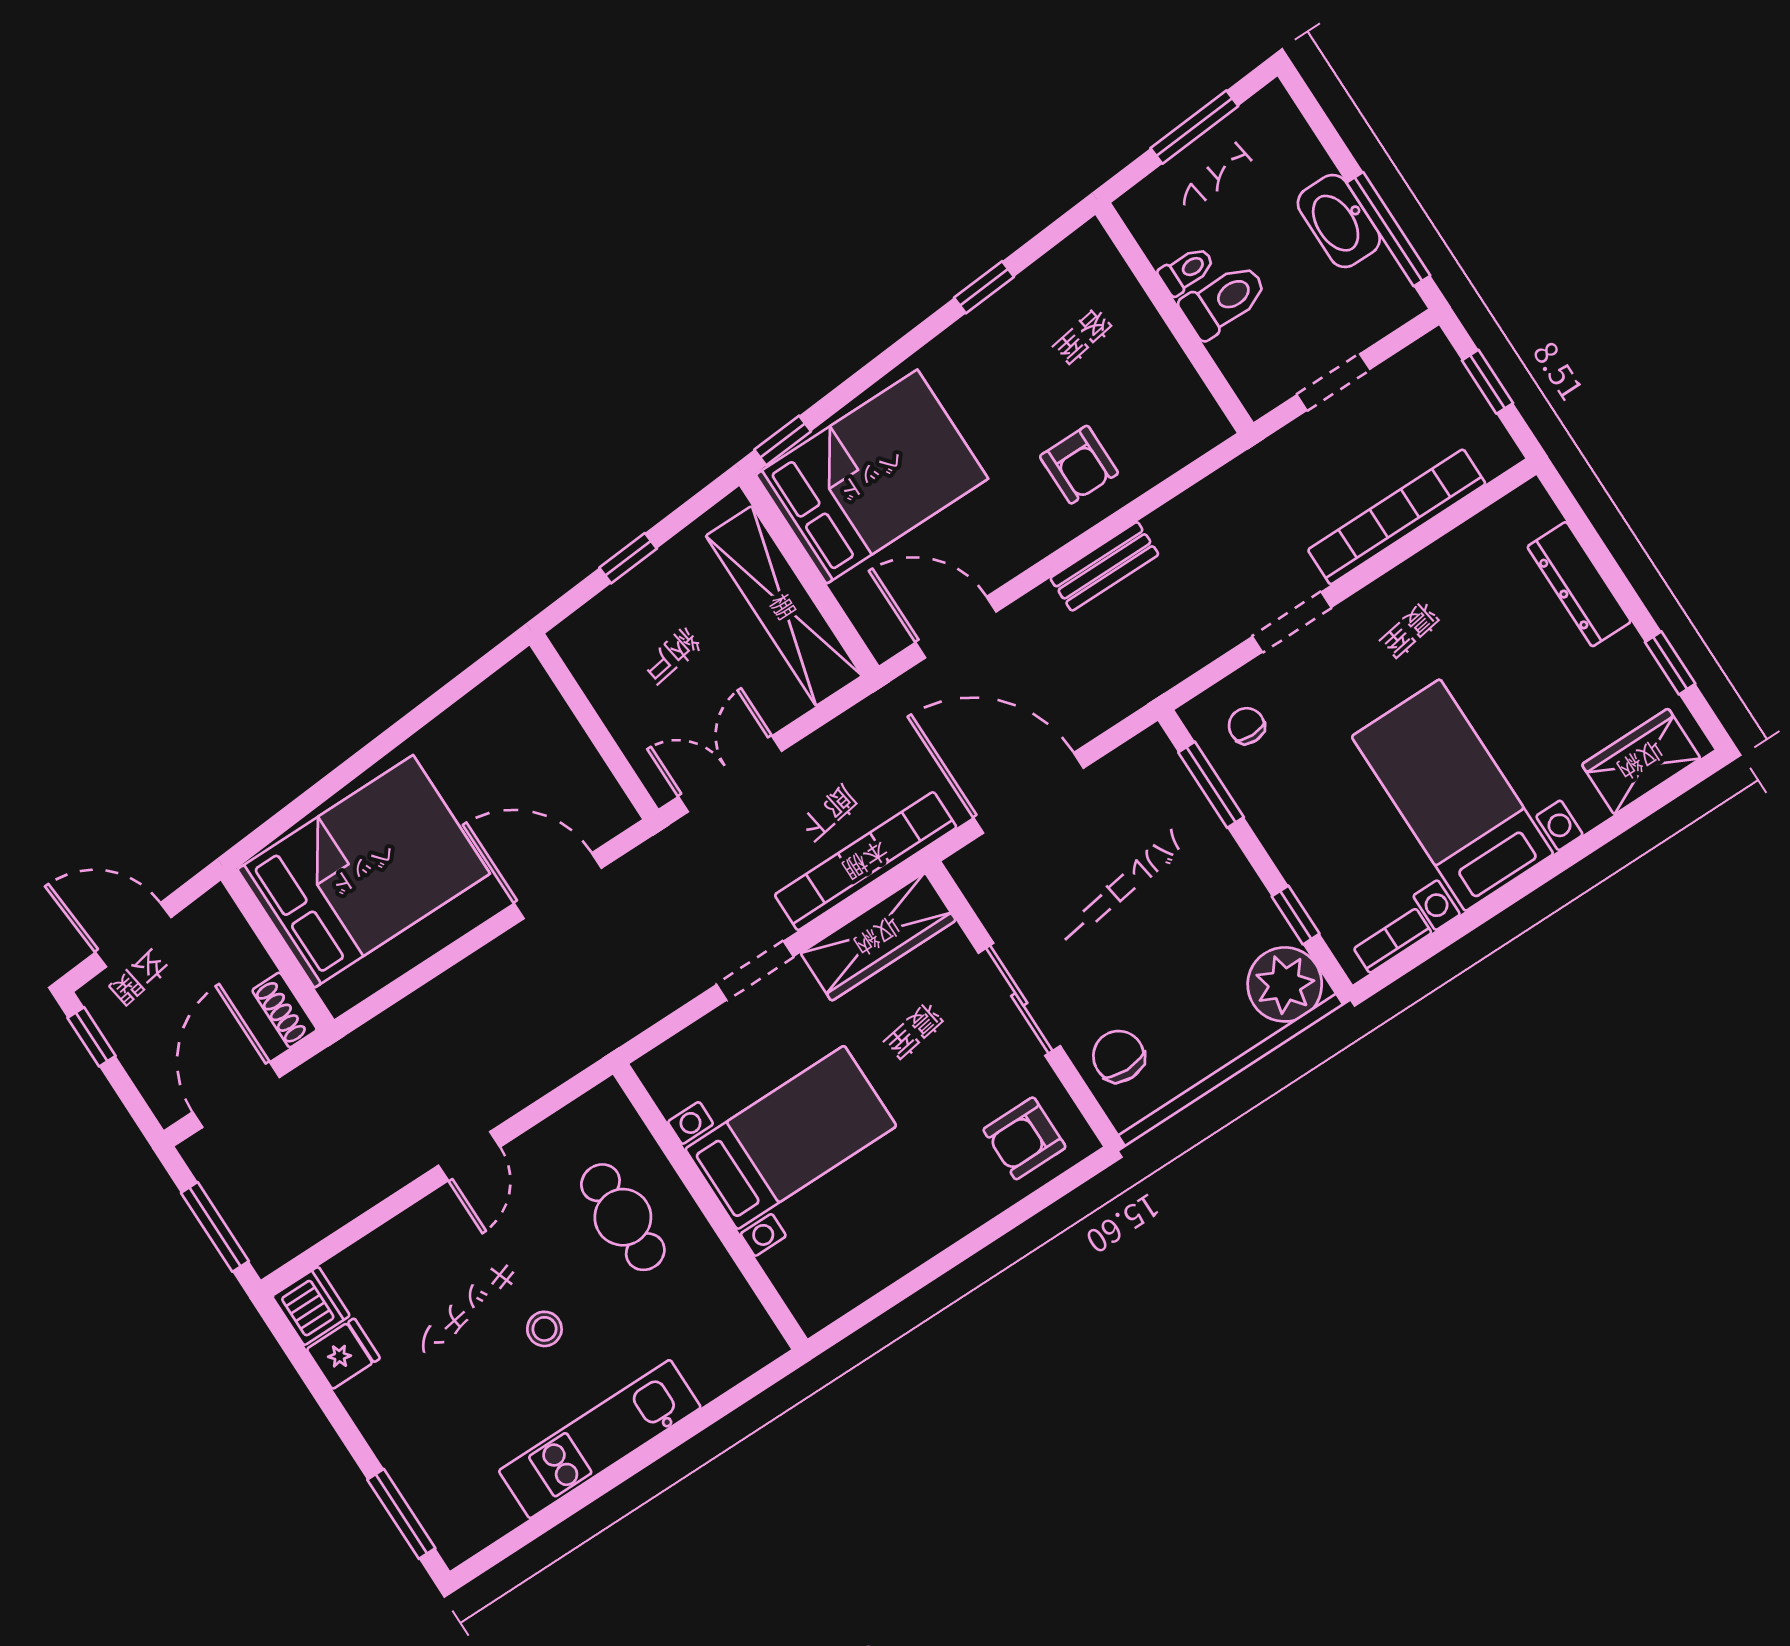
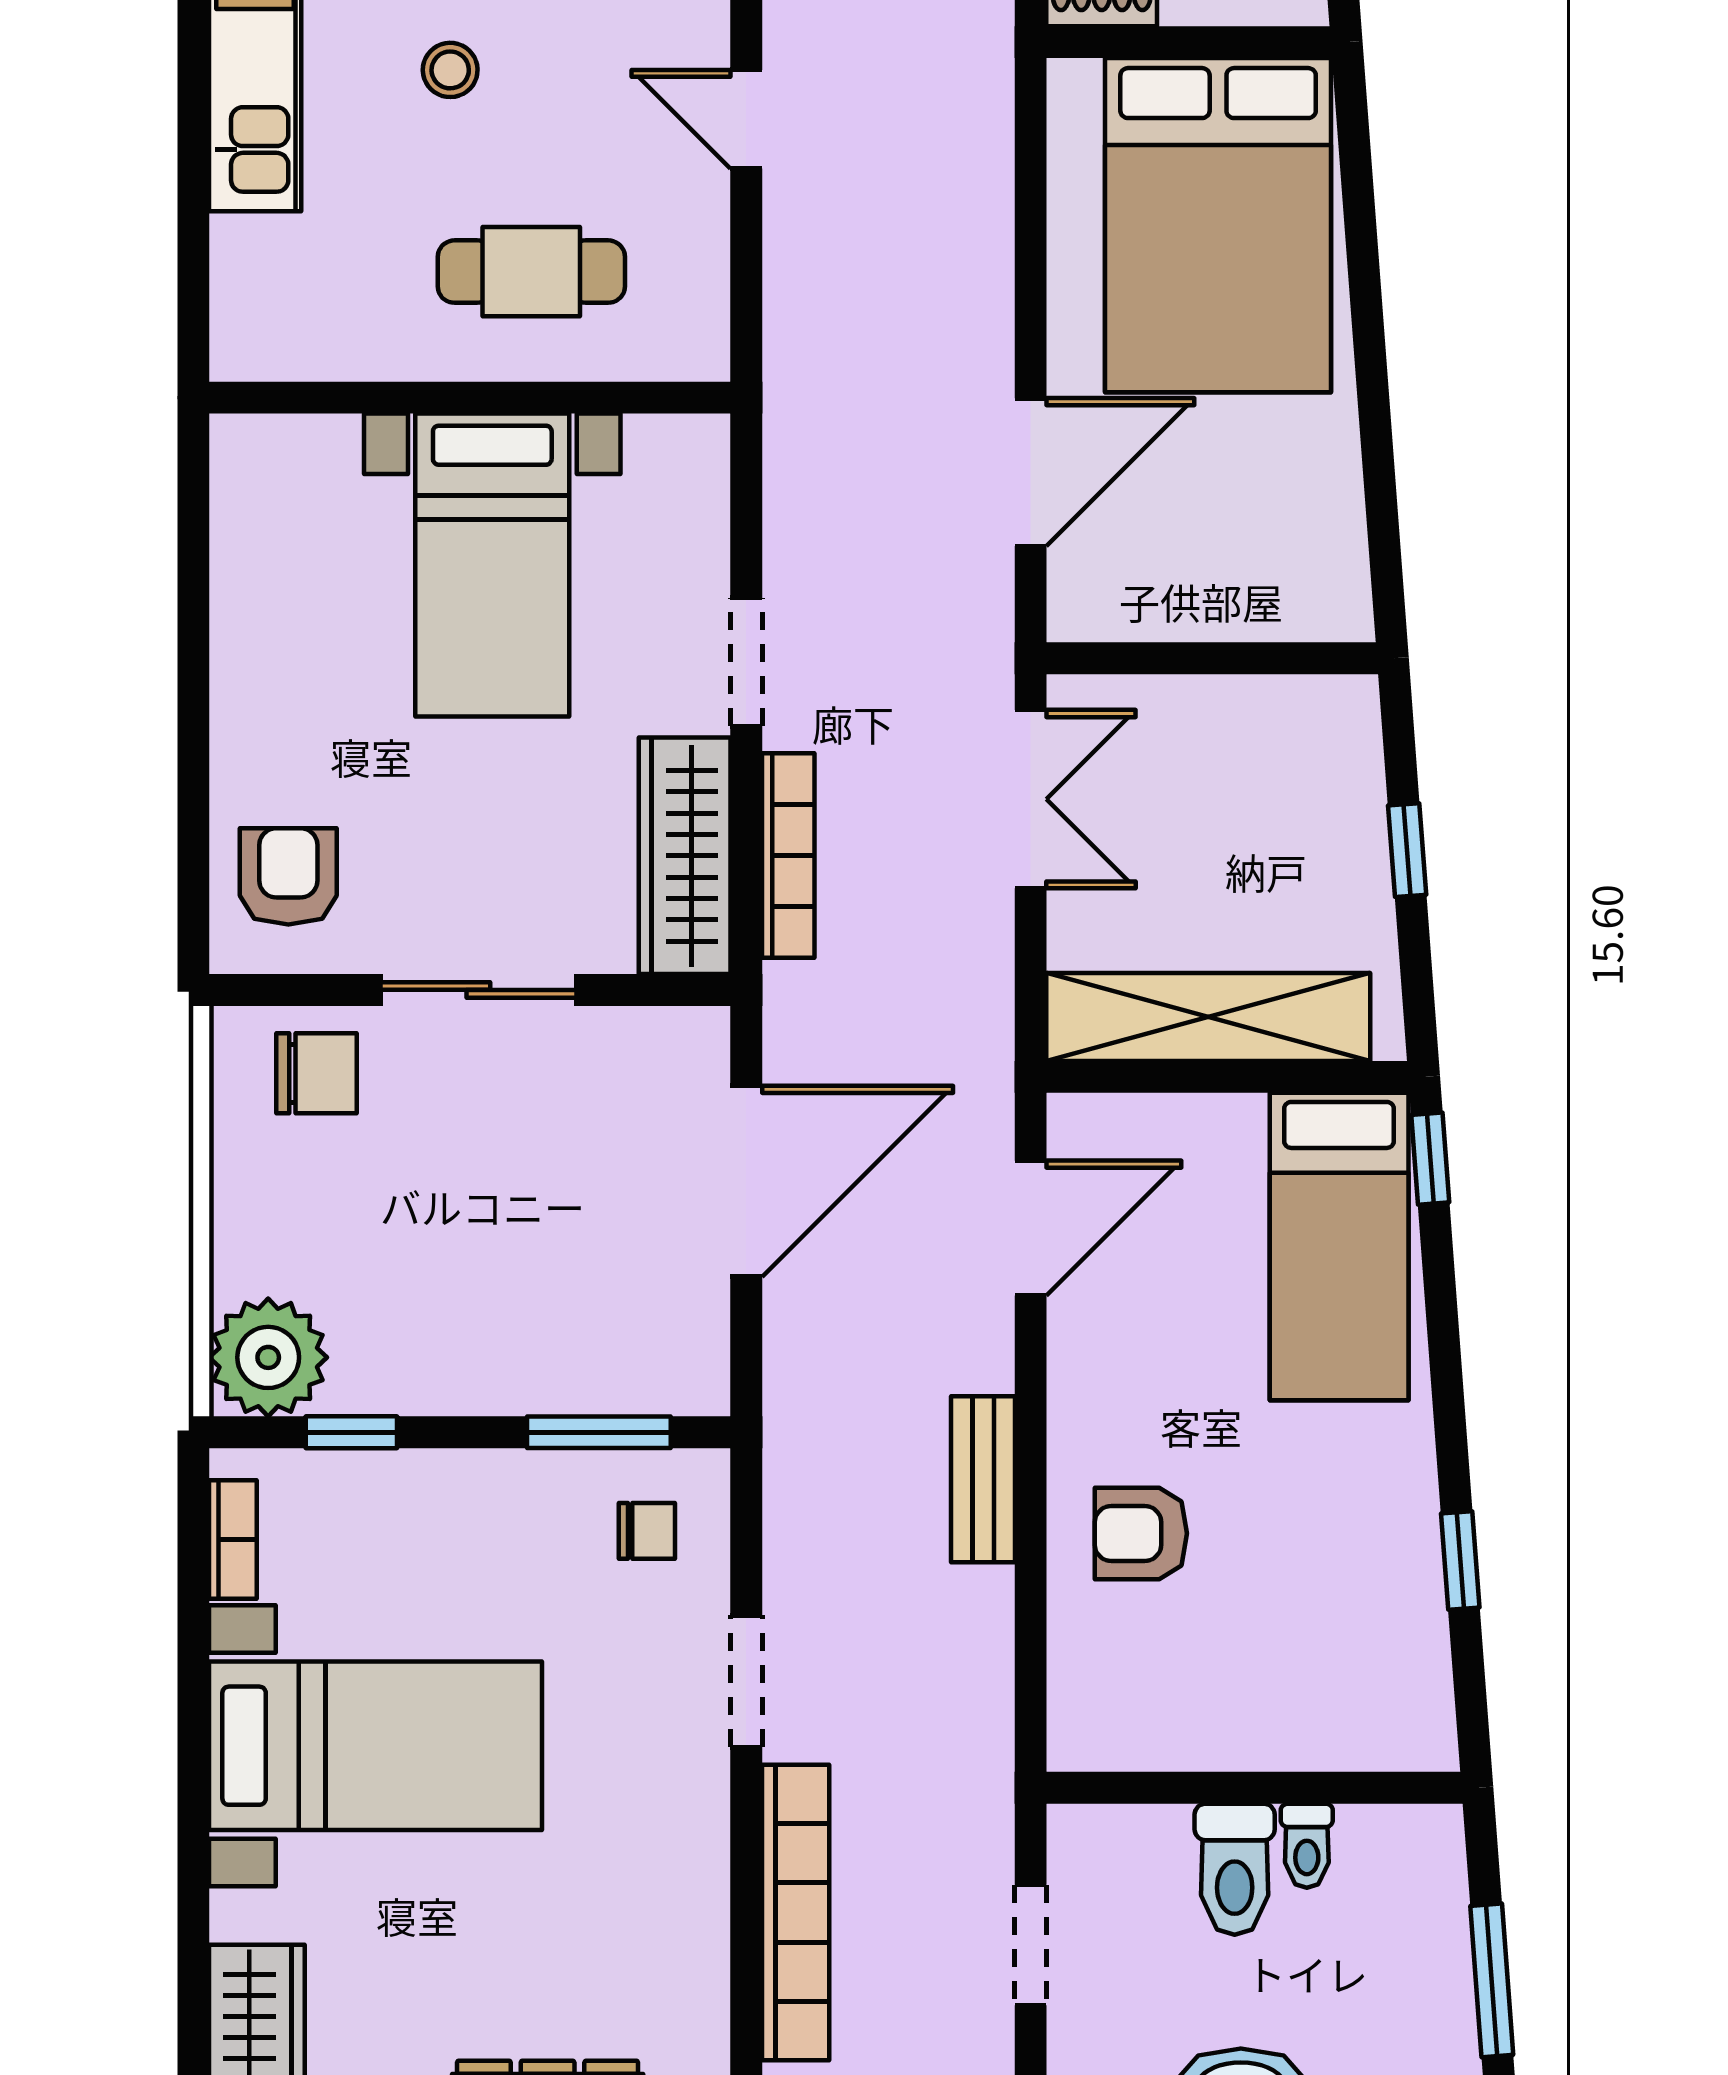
bed: (872, 477) -> (1339, 1247), width x0.67
bookcase: (866, 861) -> (788, 855), width x0.68, depth x0.76

